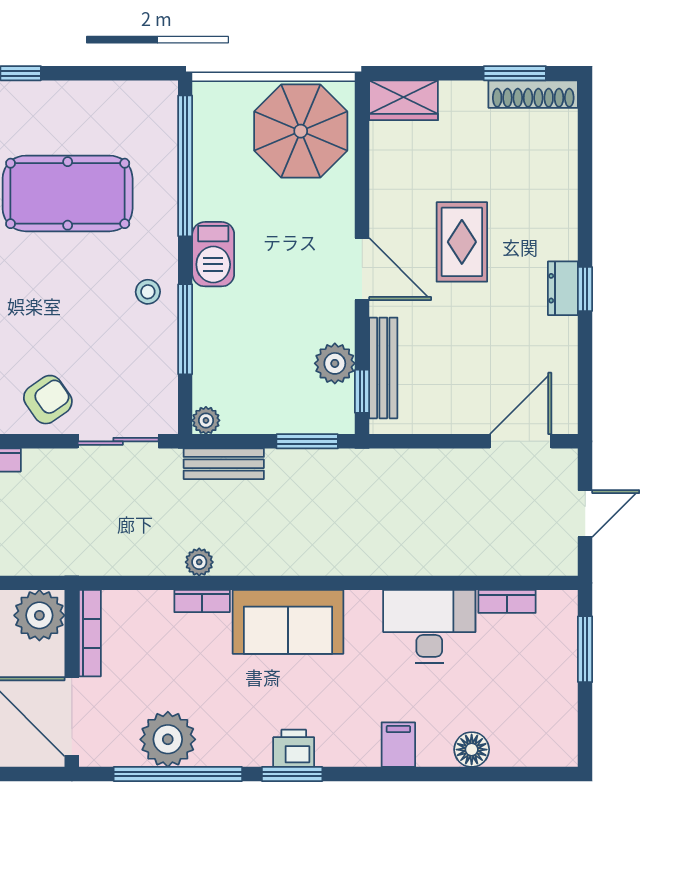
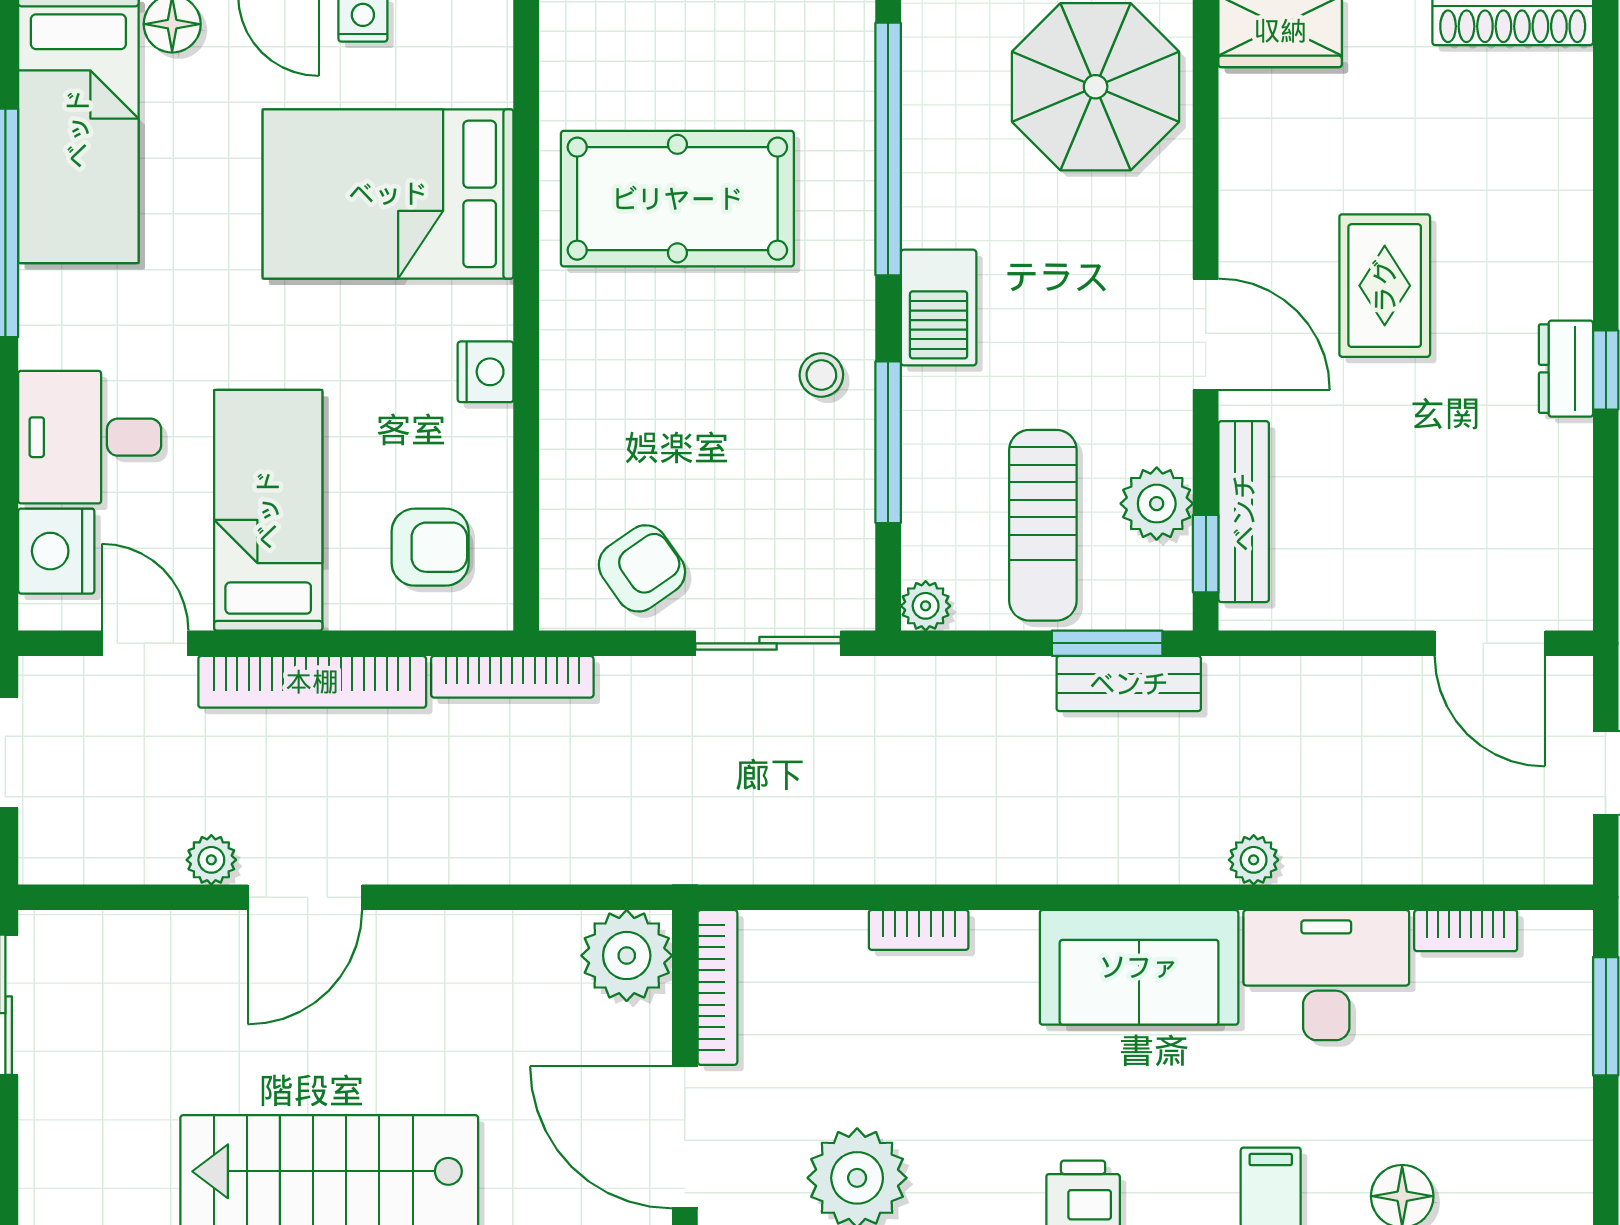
sun lounger: (271, 376) -> (1043, 525), added
door: (521, 441) -> (1490, 643), swing flipped
bench: (224, 464) -> (1129, 684), moved
plant: (199, 562) -> (1254, 860), moved
sofa: (288, 622) -> (1139, 967), moved

